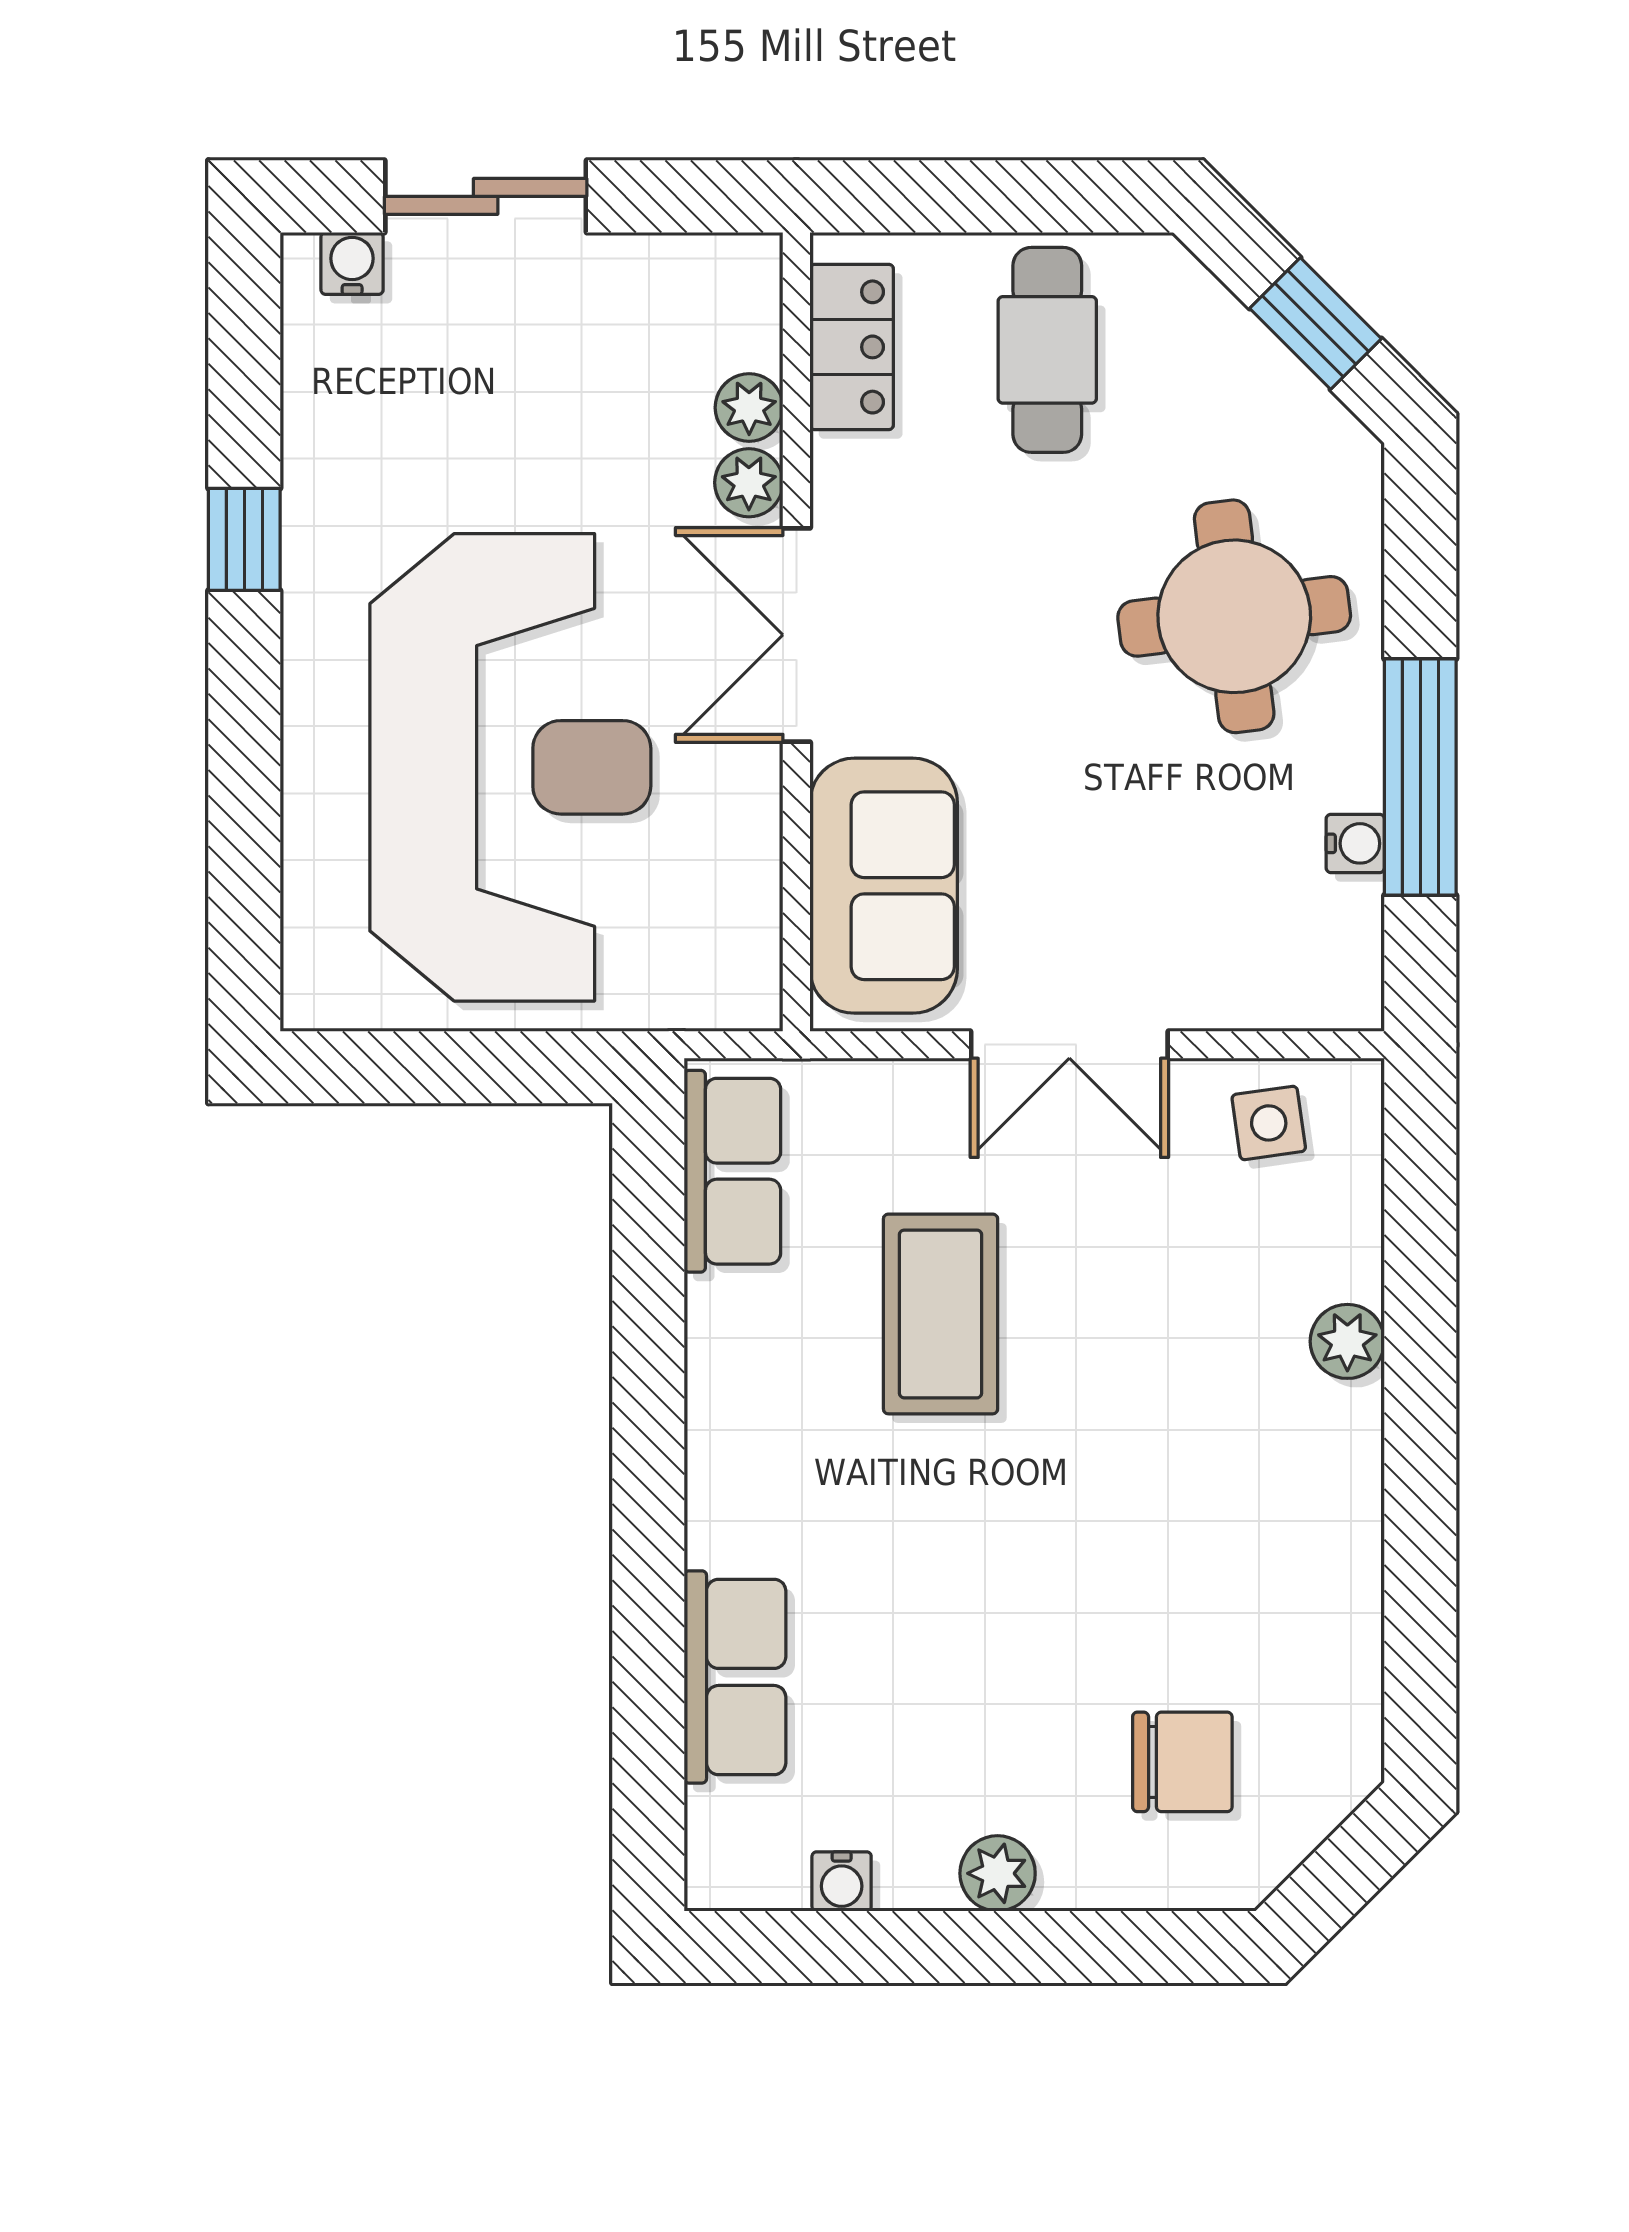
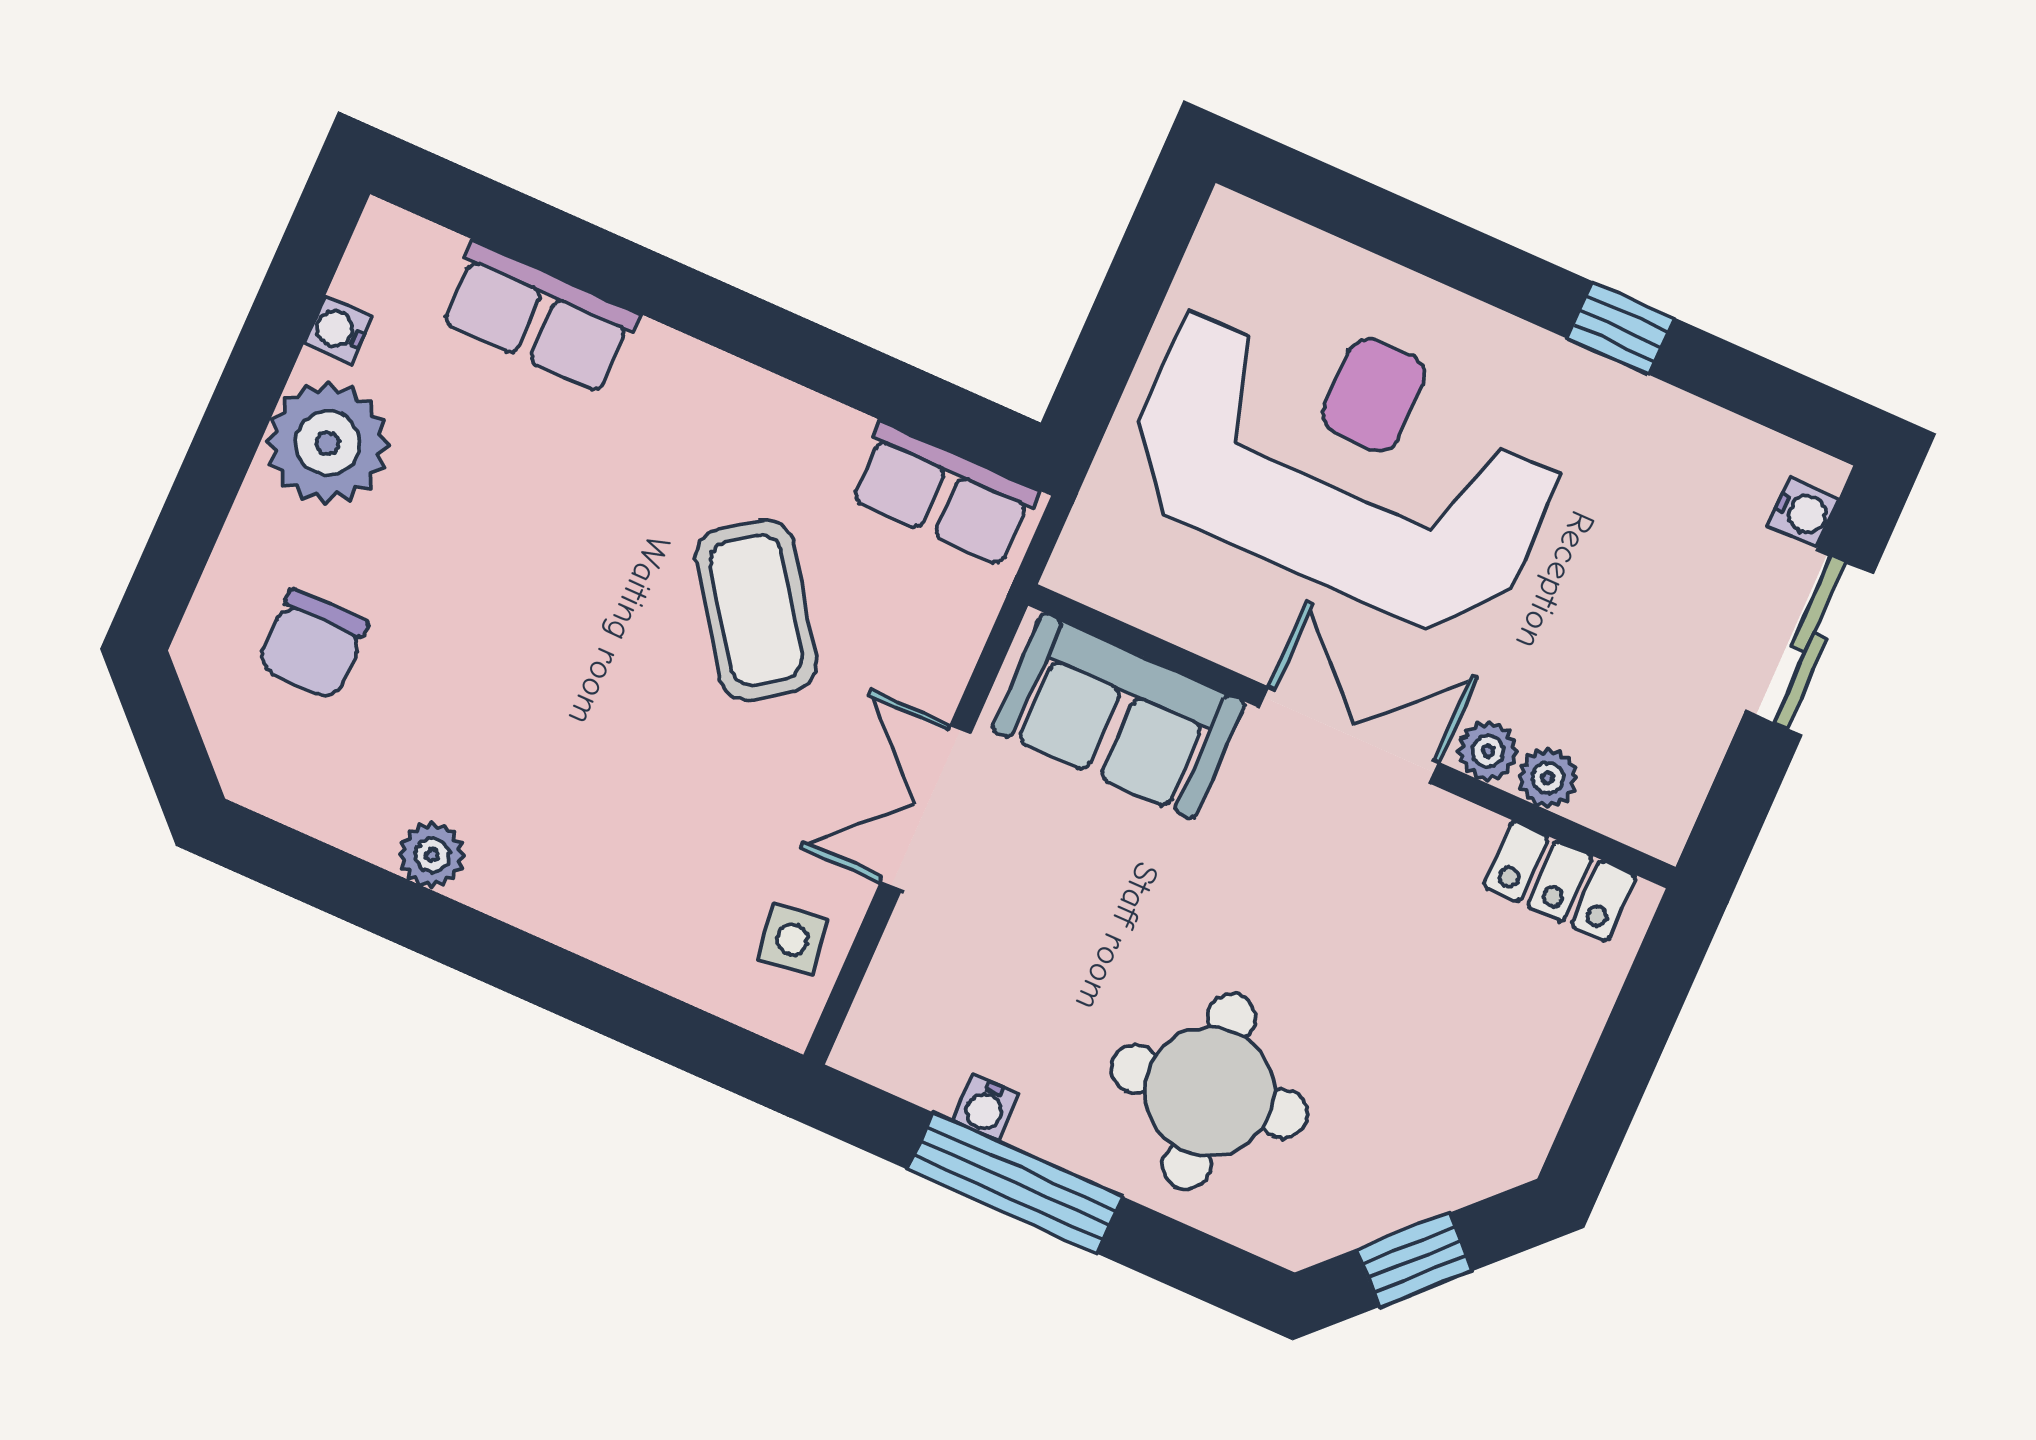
cafe table: (1047, 350) -> (1488, 1036), removed
reception desk: (510, 767) -> (1345, 460), turned 180
coffee table: (941, 1314) -> (756, 610), turned 55
plant: (1347, 1341) -> (432, 855), moved
plant: (998, 1873) -> (327, 443), width x1.88, depth x1.88

